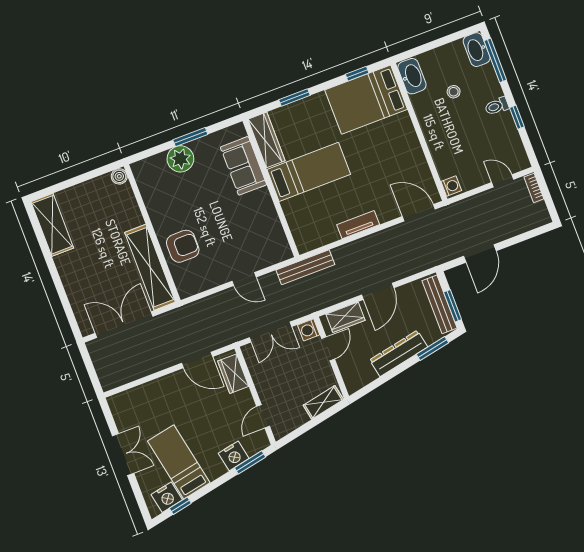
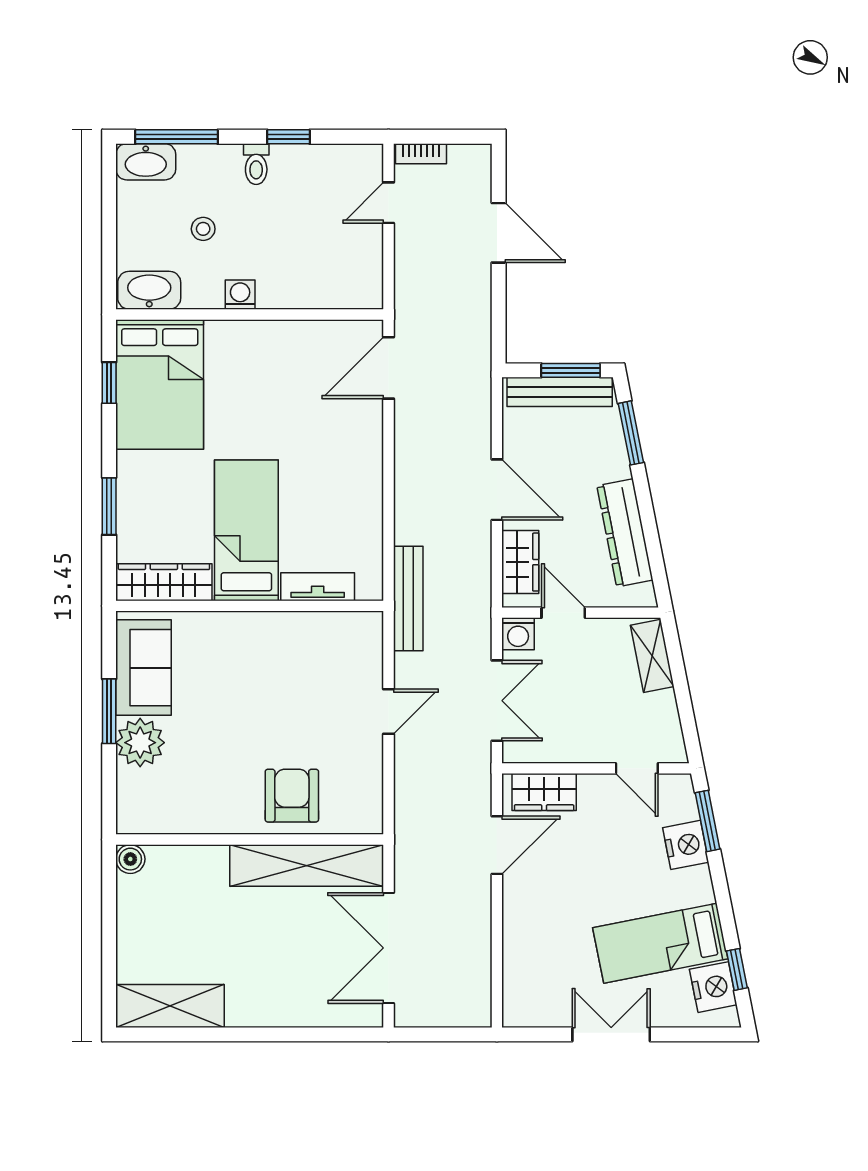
sofa: (243, 166) -> (144, 668), moved, turned -90
washing machine: (451, 186) -> (240, 295), moved
tv unit: (358, 225) -> (318, 587), moved, turned 90
door: (480, 253) -> (499, 233), moved
dresser: (399, 353) -> (625, 533), moved

